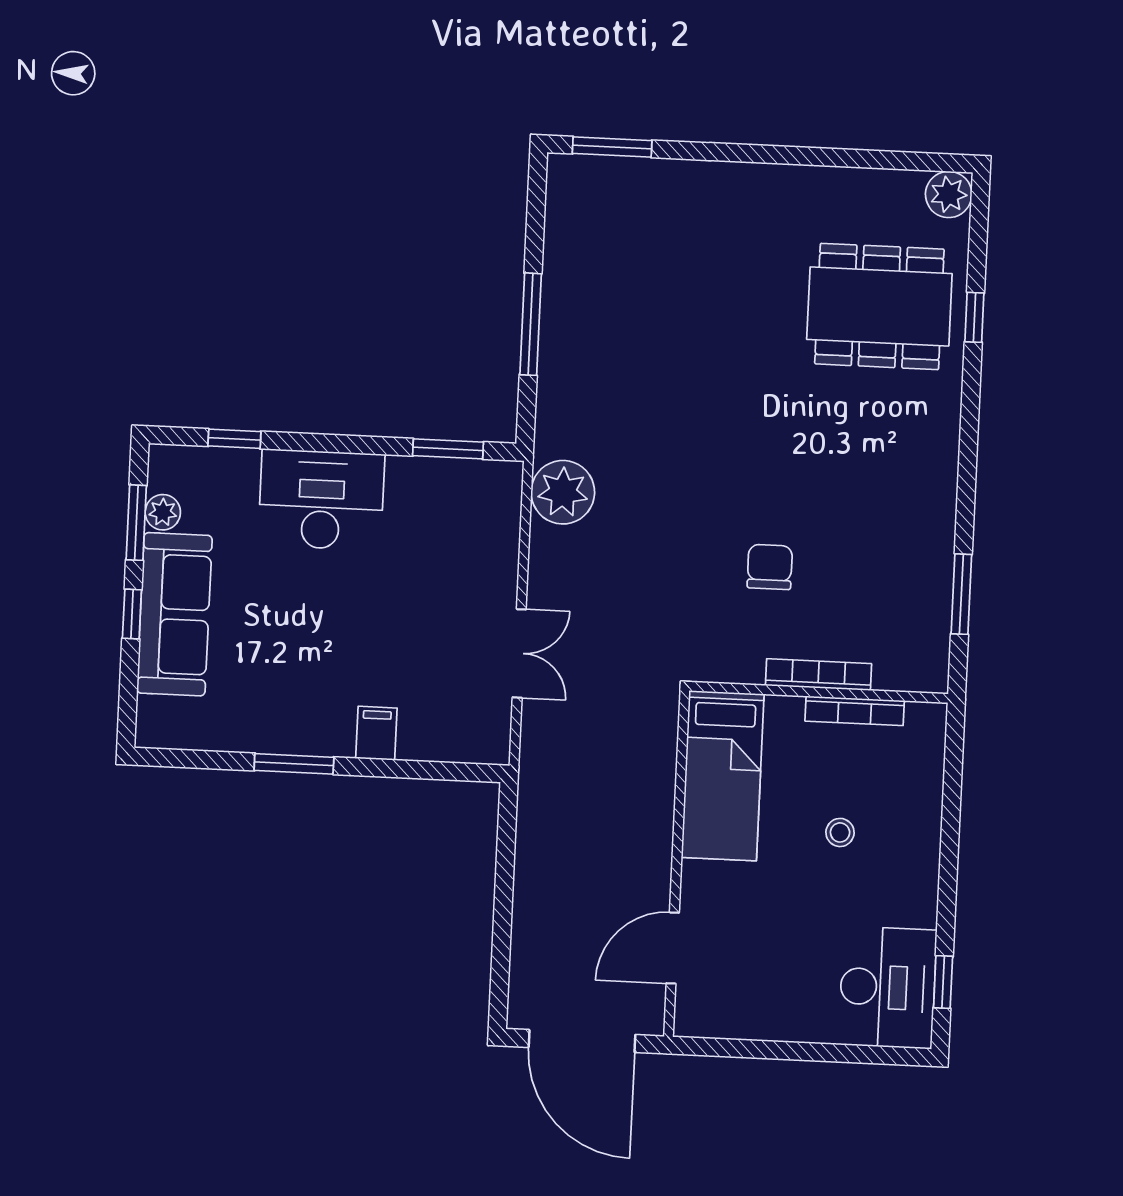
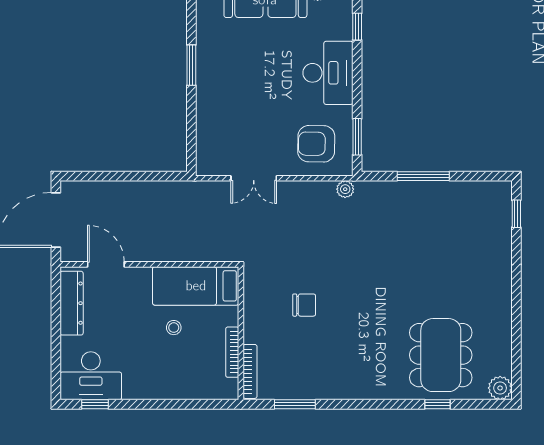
window: (612, 147) -> (516, 214), width x0.67
plant: (563, 492) -> (345, 189), width x0.53, depth x0.53
armchair: (458, 529) -> (316, 144), added
bookcase: (818, 675) -> (250, 371), moved
filing cabinet: (376, 733) -> (209, 107), removed
stool: (840, 832) -> (174, 328), moved
dresser: (745, 1018) -> (72, 303), added

